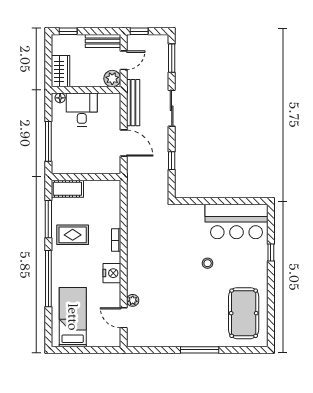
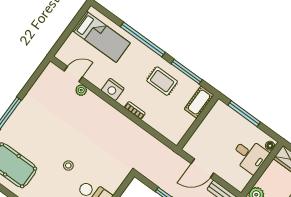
rug: (73, 235) -> (162, 81), turned 90

